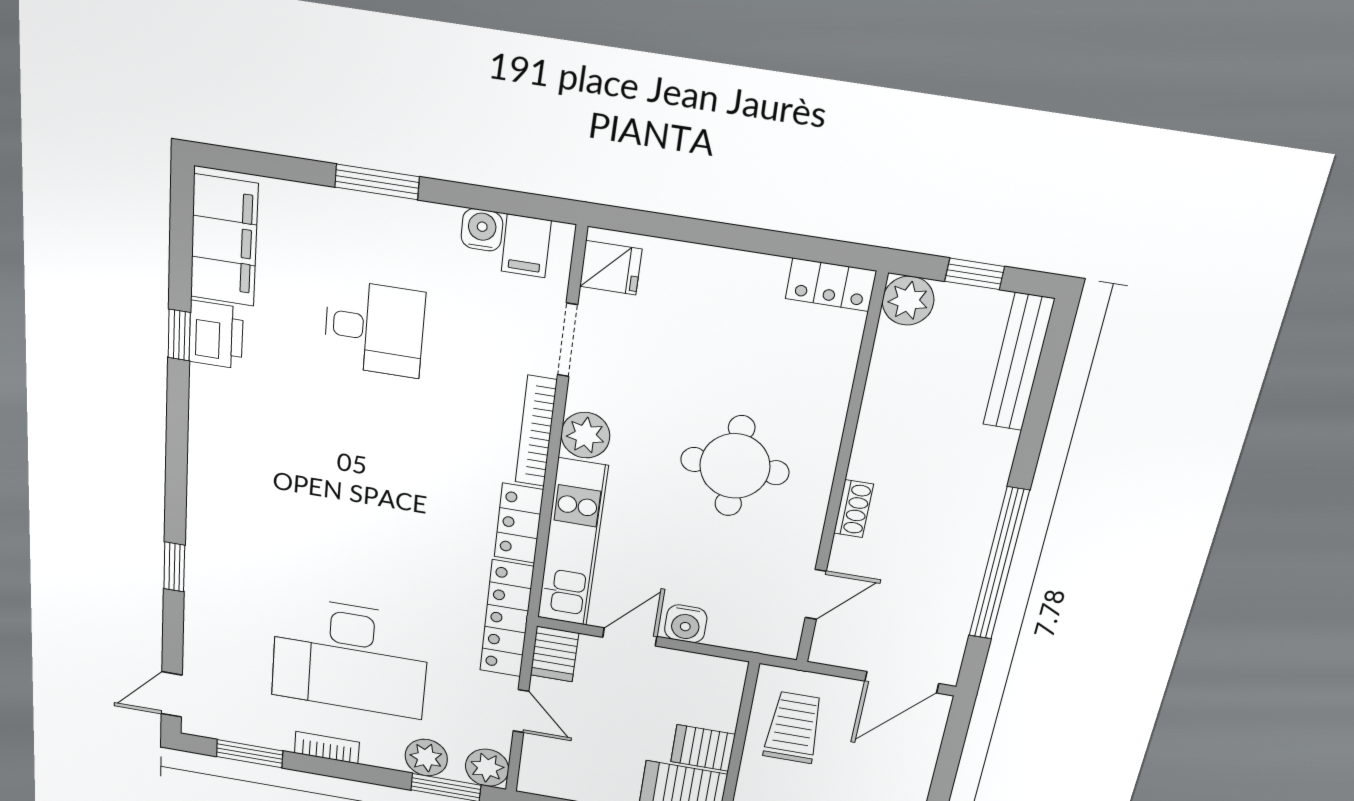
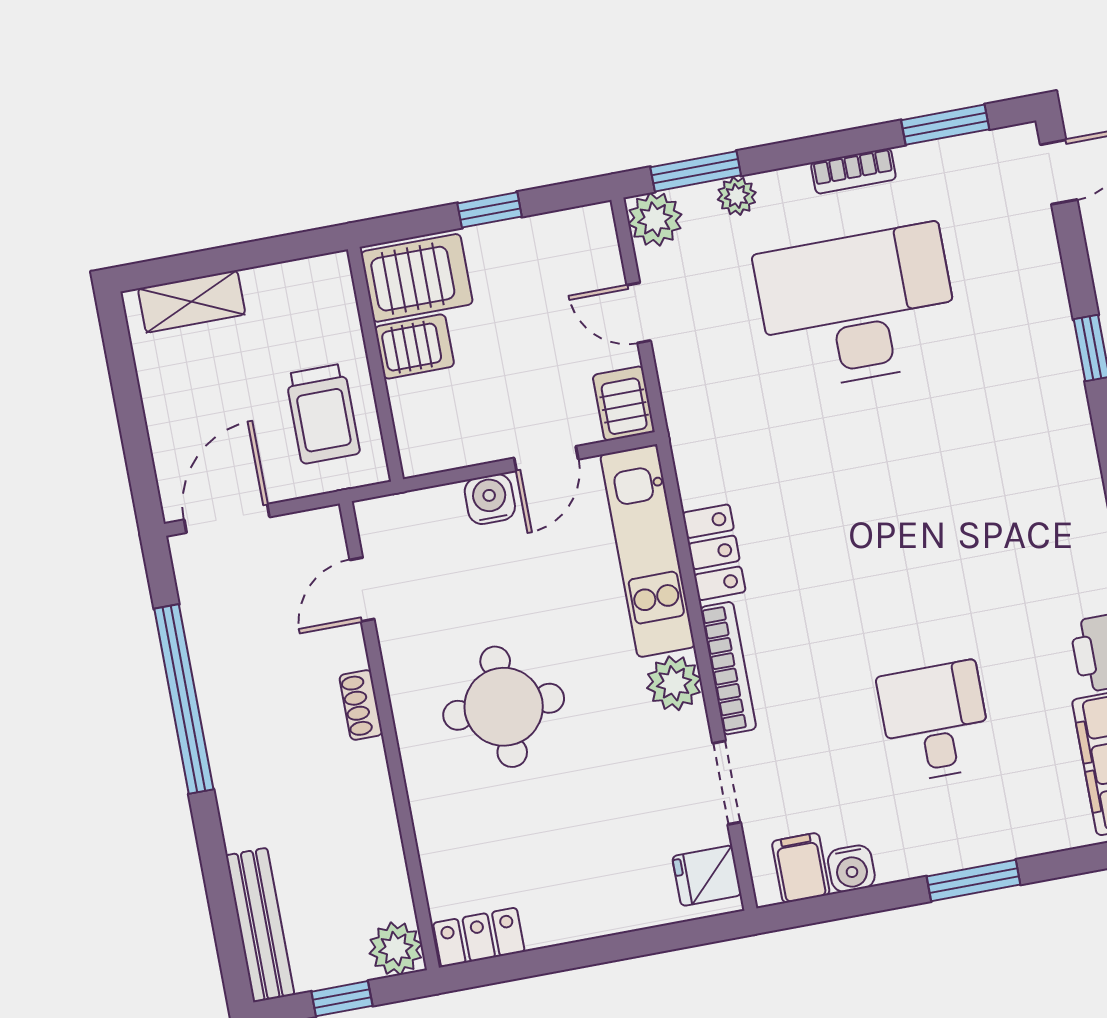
desk: (374, 328) -> (935, 721), turned 90
locker: (507, 619) -> (692, 428), removed
plant: (426, 758) -> (737, 196), width x0.73, depth x0.73

